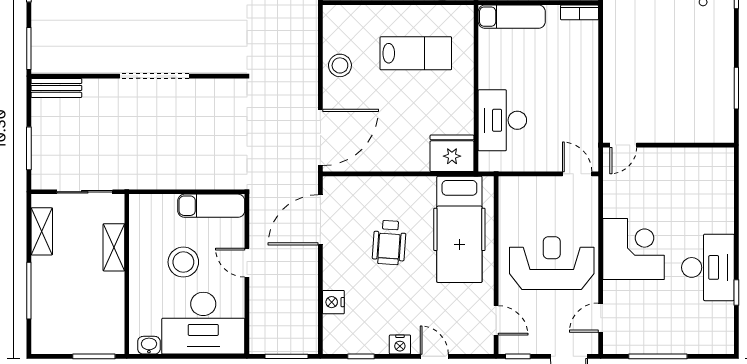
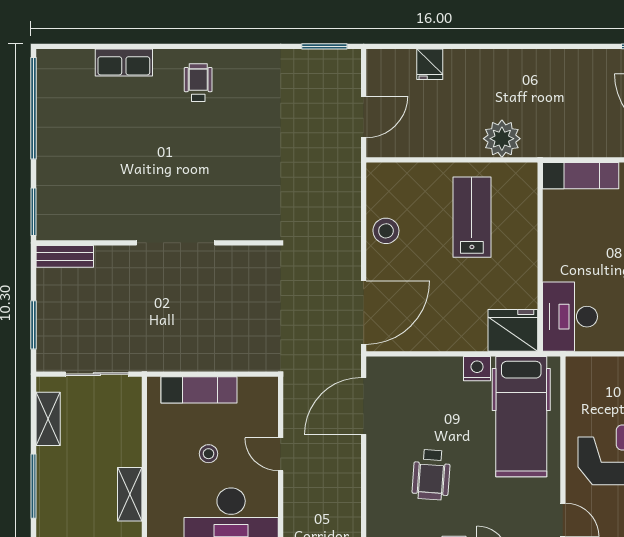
lab bench: (416, 53) -> (472, 217), turned -90
desk: (502, 120) -> (570, 317), moved
exam couch: (211, 206) -> (199, 390), moved
wheelchair: (389, 243) -> (431, 475), moved
shelving: (114, 247) -> (130, 494), moved
stool: (183, 262) -> (209, 454), width x0.53, depth x0.53
nightstand: (333, 302) -> (477, 369), moved, turned 90

